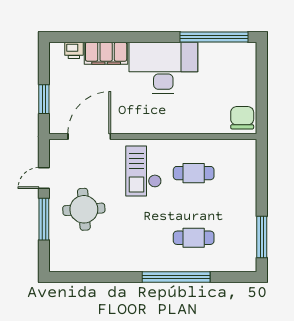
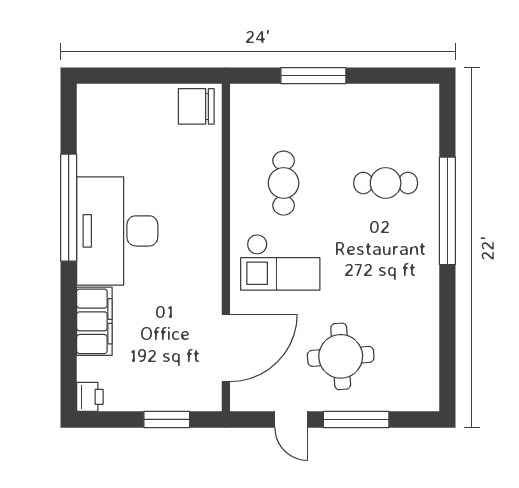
window: (214, 37) -> (69, 208), moved
printer: (74, 50) -> (90, 397), moved
door: (89, 137) -> (226, 348), swing flipped
window: (262, 237) -> (313, 76), moved
cafe table: (194, 238) -> (386, 183), turned 90

